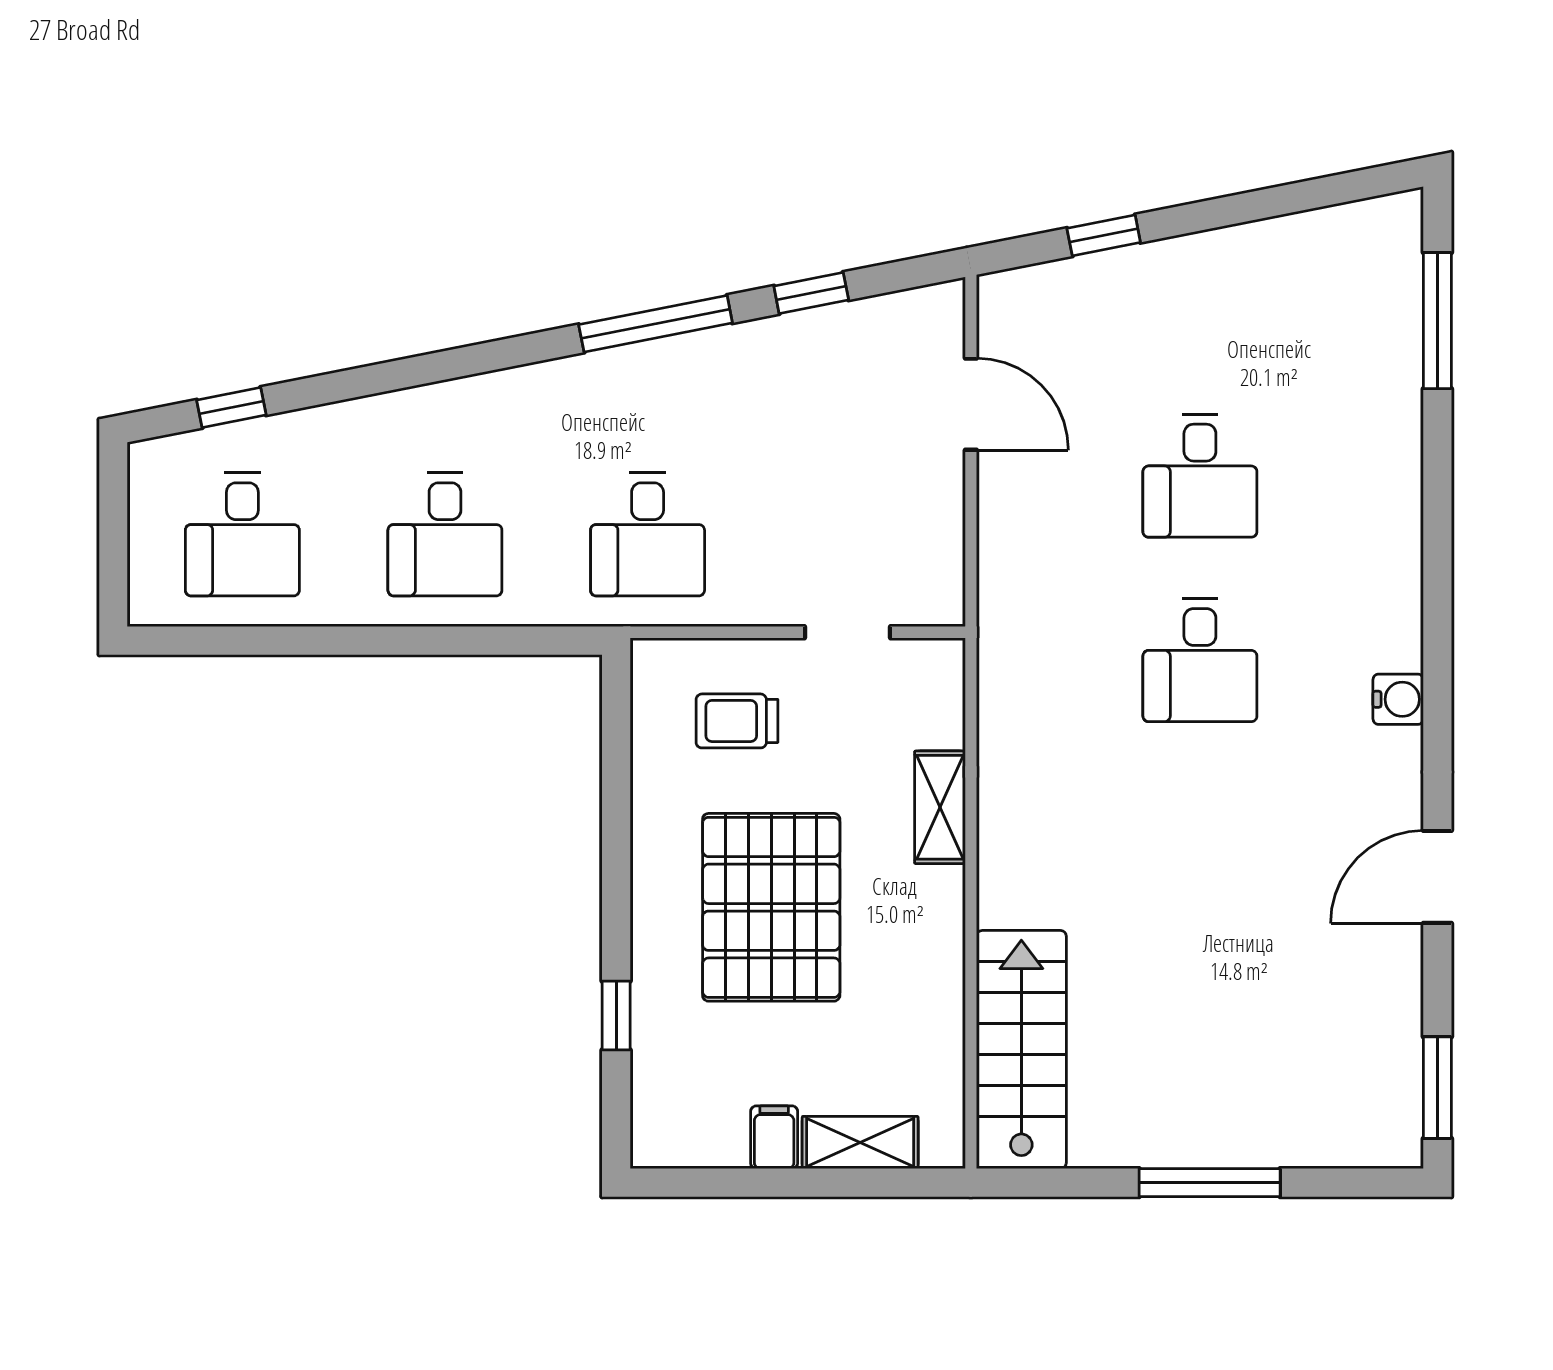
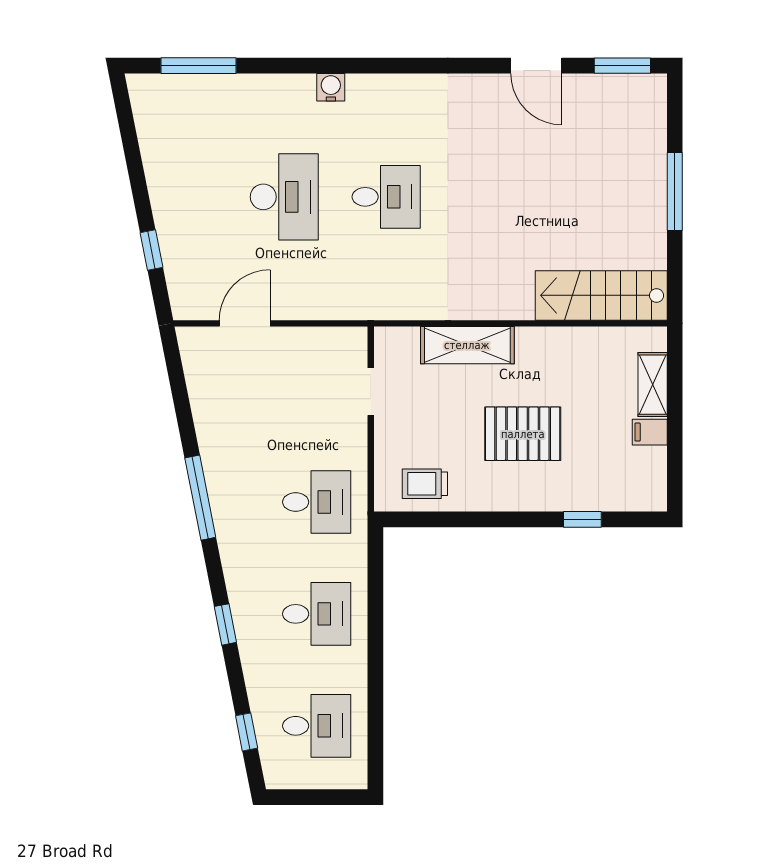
window: (811, 293) -> (225, 624), moved
desk: (1200, 476) -> (284, 197), width x1.37
water cooler: (1398, 699) -> (331, 87), moved
trolley: (737, 721) -> (425, 484), moved, turned 90
shelving: (940, 807) -> (467, 345), width x1.50, depth x1.33
door: (1437, 877) -> (536, 66), moved
pallet: (771, 907) -> (523, 434), width x0.73, depth x0.71

